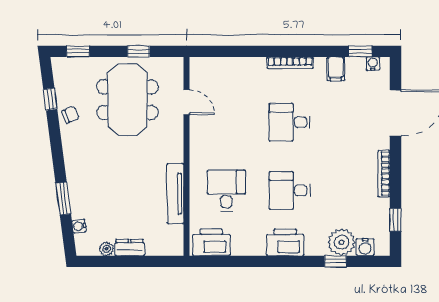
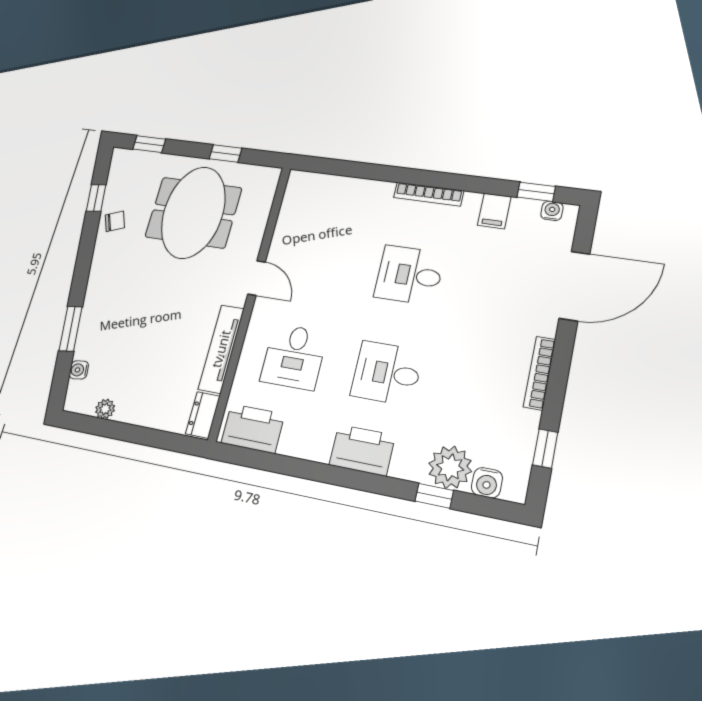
door: (186, 102) -> (256, 278), moved
desk: (226, 191) -> (294, 357), turned 180
dresser: (130, 248) -> (203, 415), moved, turned -90

